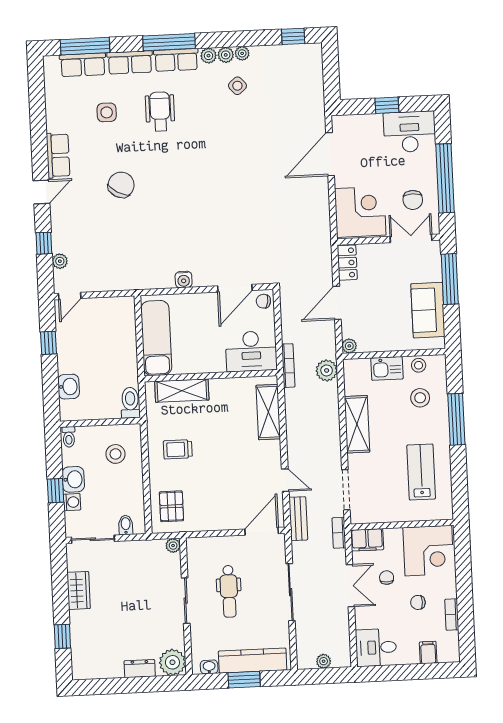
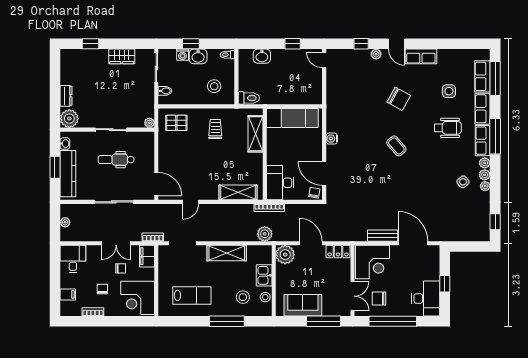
coffee table: (190, 185) -> (396, 146), added
plant: (60, 261) -> (376, 54), moved
plant: (349, 346) -> (285, 255), width x1.87, depth x1.87
bench: (298, 519) -> (383, 236), moved

